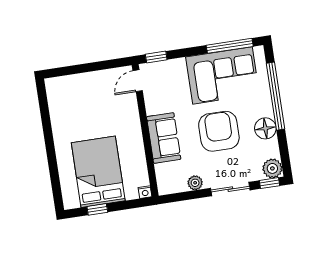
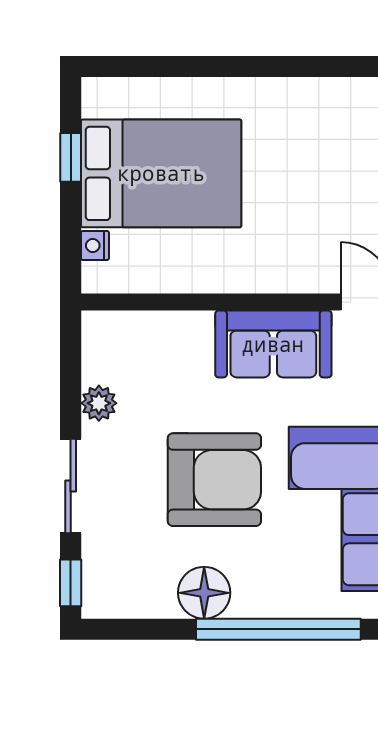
sofa: (164, 138) -> (273, 344), moved
plant: (272, 168) -> (105, 595), removed
nightstand: (145, 192) -> (95, 246), moved

